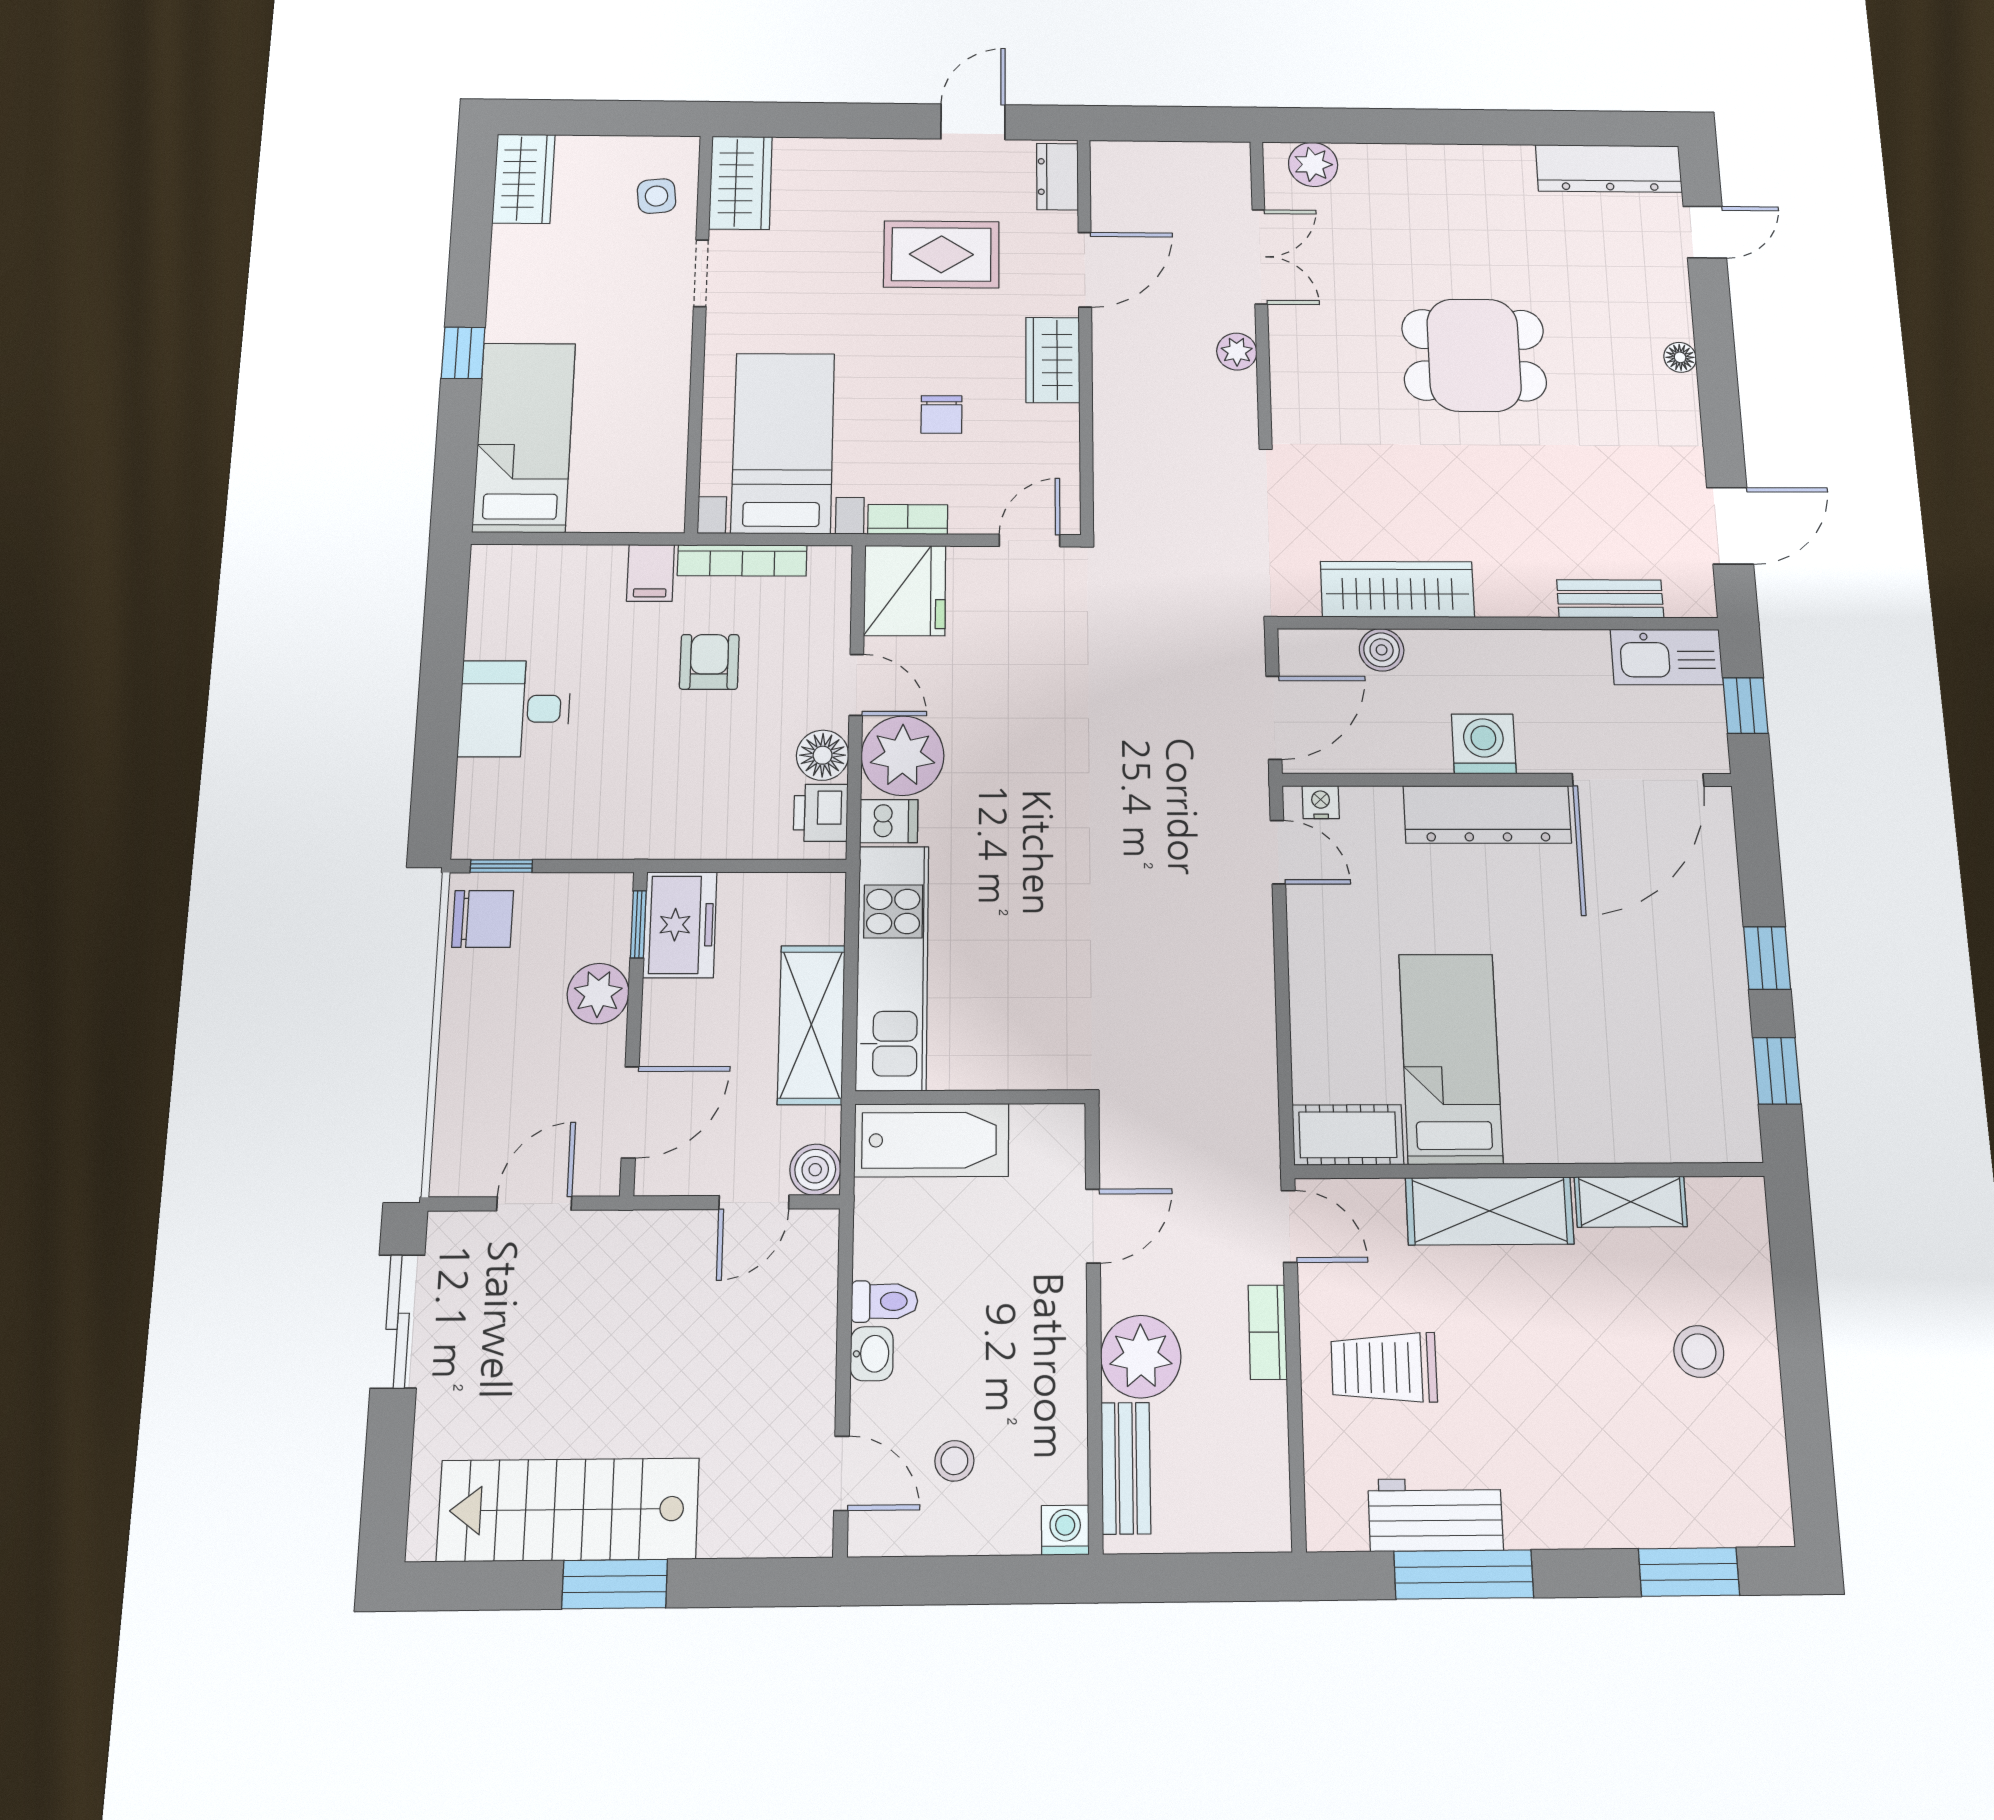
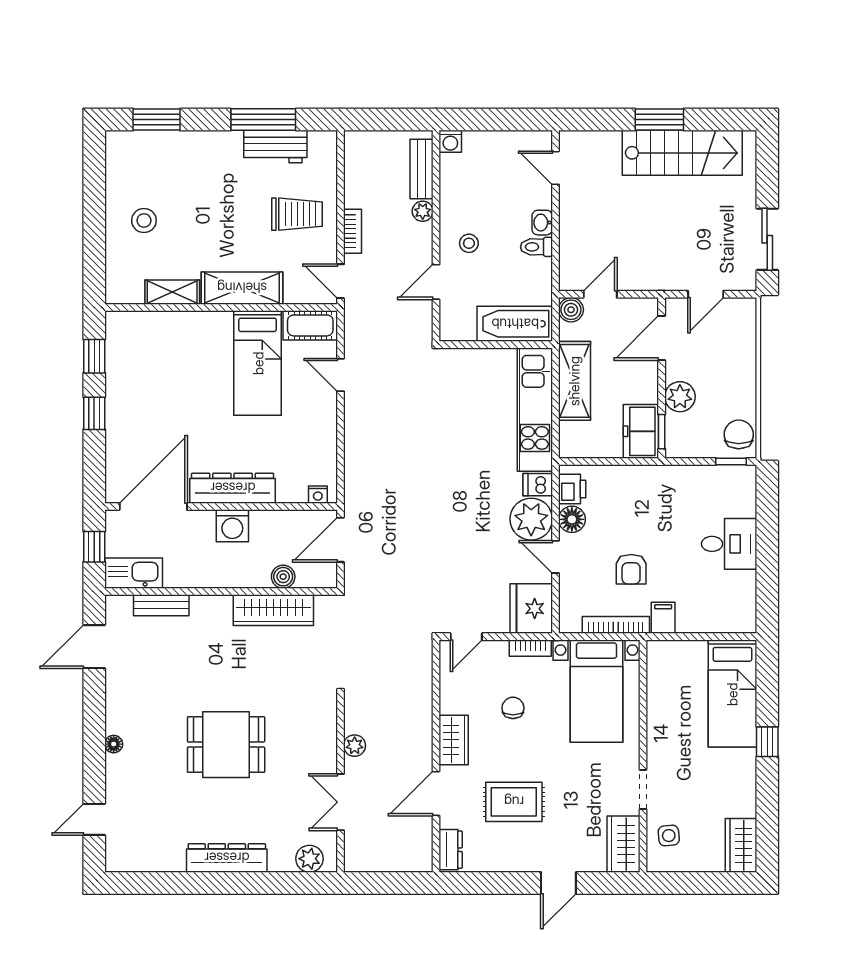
door: (973, 122) -> (558, 883), moved
dresser: (1609, 169) -> (227, 858), moved
door: (1278, 852) -> (340, 375), moved
chair: (483, 919) -> (739, 434), turned 90
plant: (1141, 1357) -> (423, 211), width x0.53, depth x0.53
stool: (954, 1461) -> (469, 243), moved

